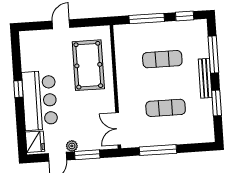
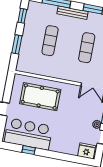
window: (147, 19) -> (17, 44), width x0.69
window: (18, 89) -> (29, 150), moved
bar counter: (40, 100) -> (28, 134), moved

